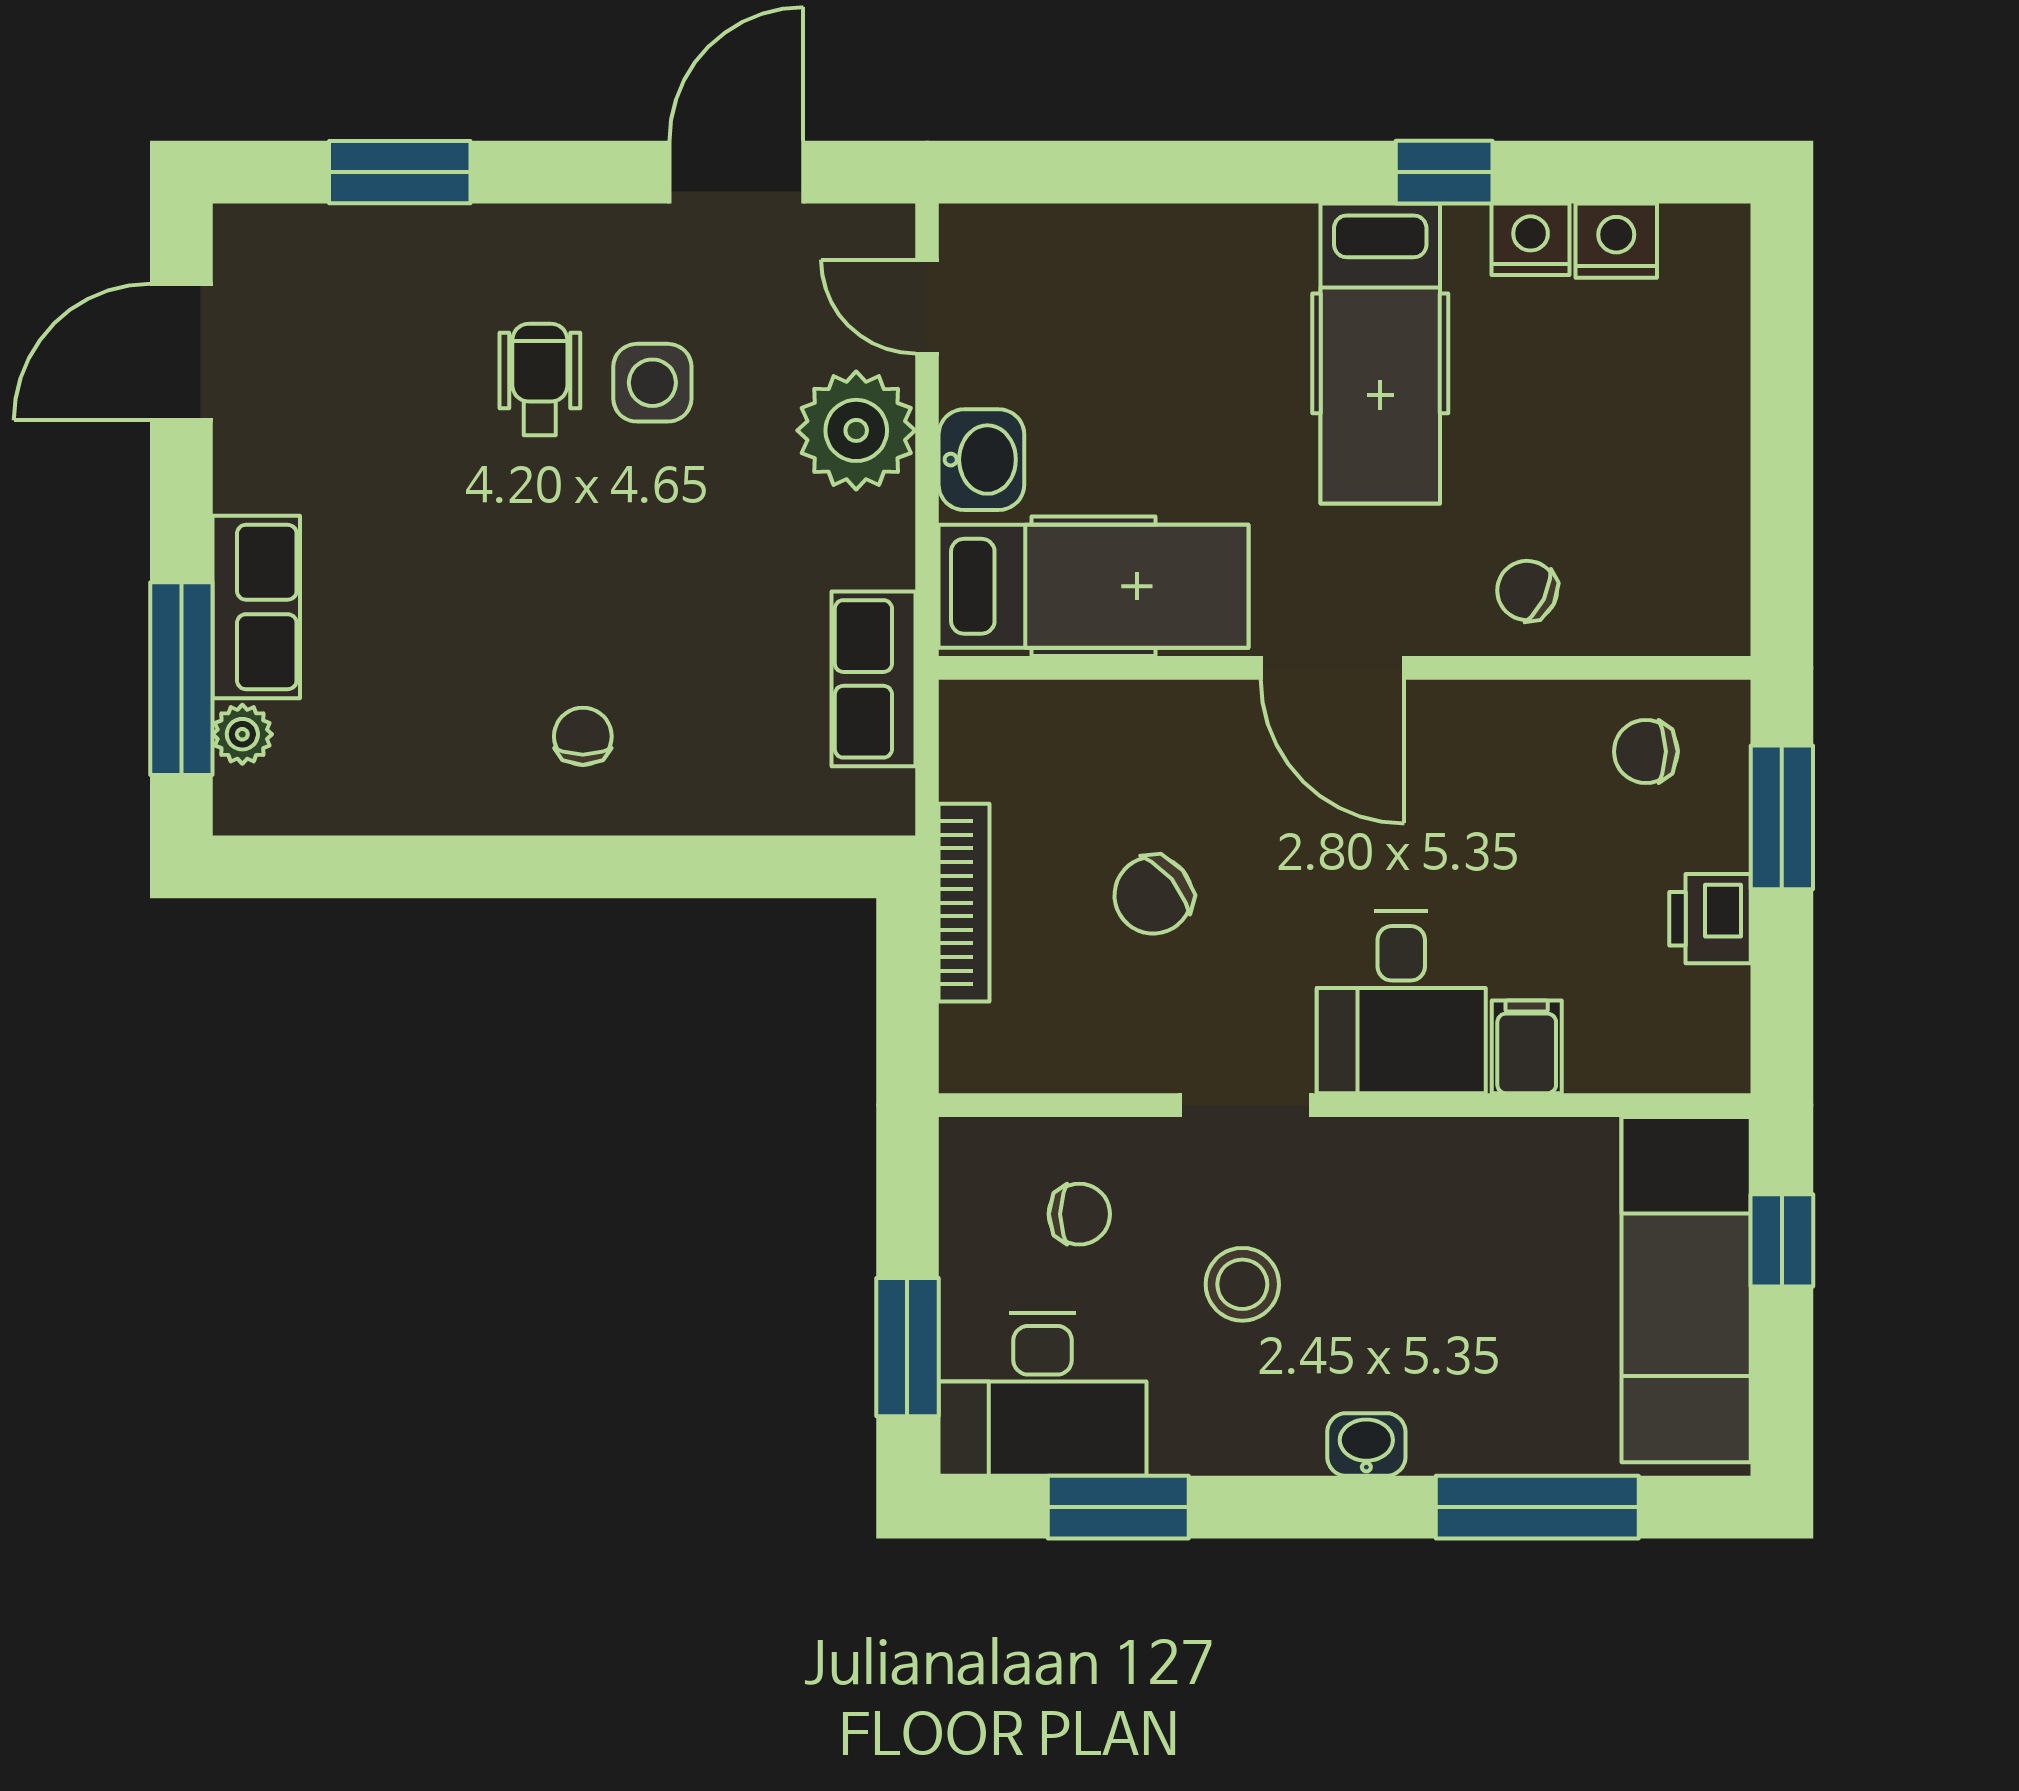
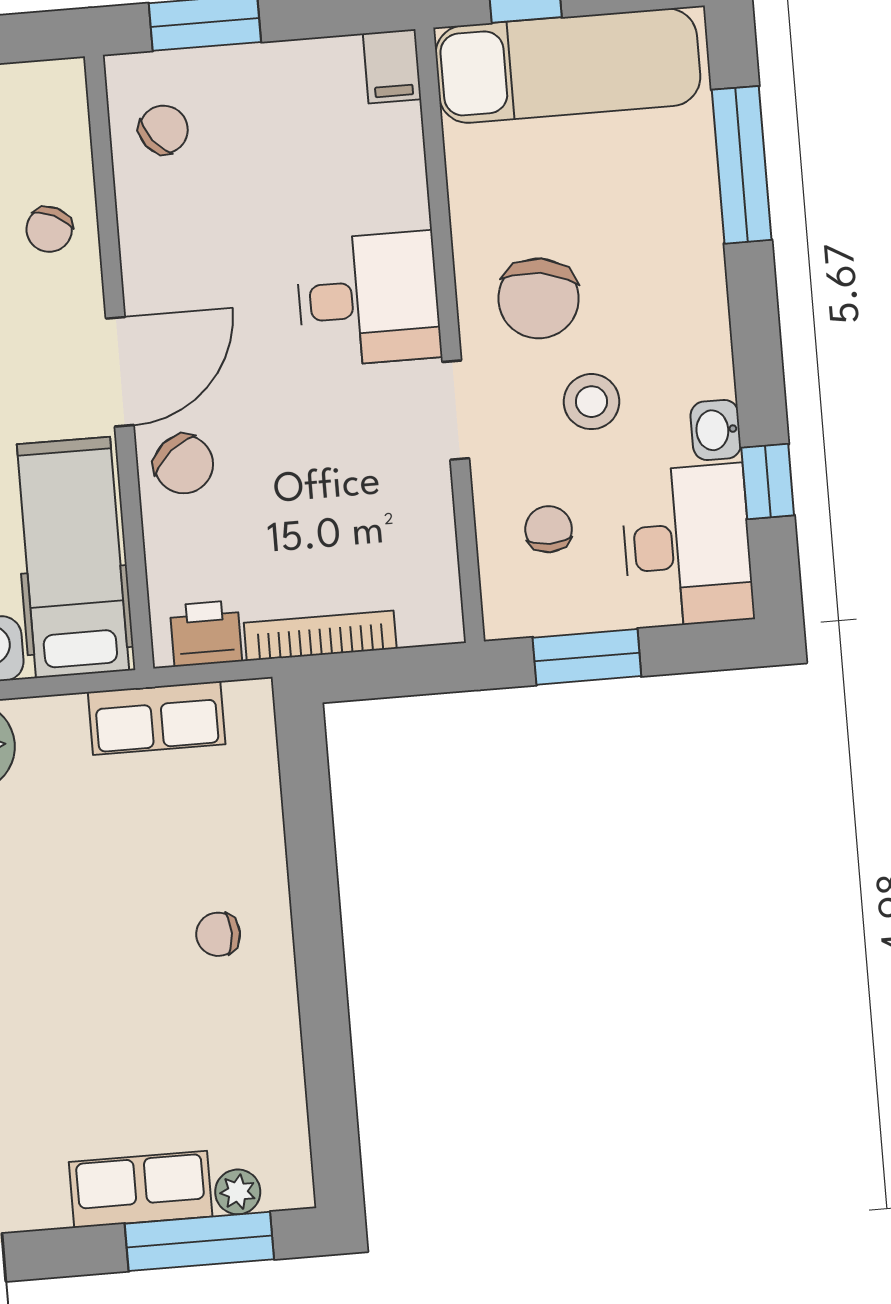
chair: (1646, 751) -> (164, 130), turned -128
chair: (1153, 895) -> (184, 464), moved
printer: (1710, 919) -> (206, 633), moved, turned 180
filing cabinet: (1527, 1047) -> (392, 66), moved, turned -90
chair: (1384, 1226) -> (539, 298), added
window: (907, 1347) -> (587, 657), moved
washbasin: (1366, 1444) -> (716, 430), moved
window: (1118, 1507) -> (768, 481), width x0.67

